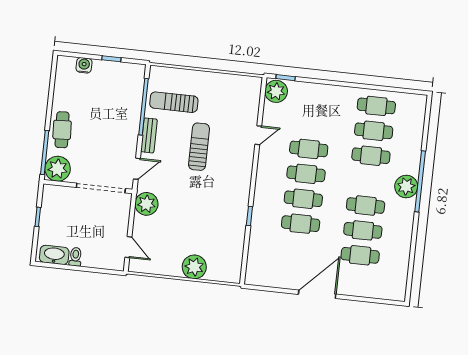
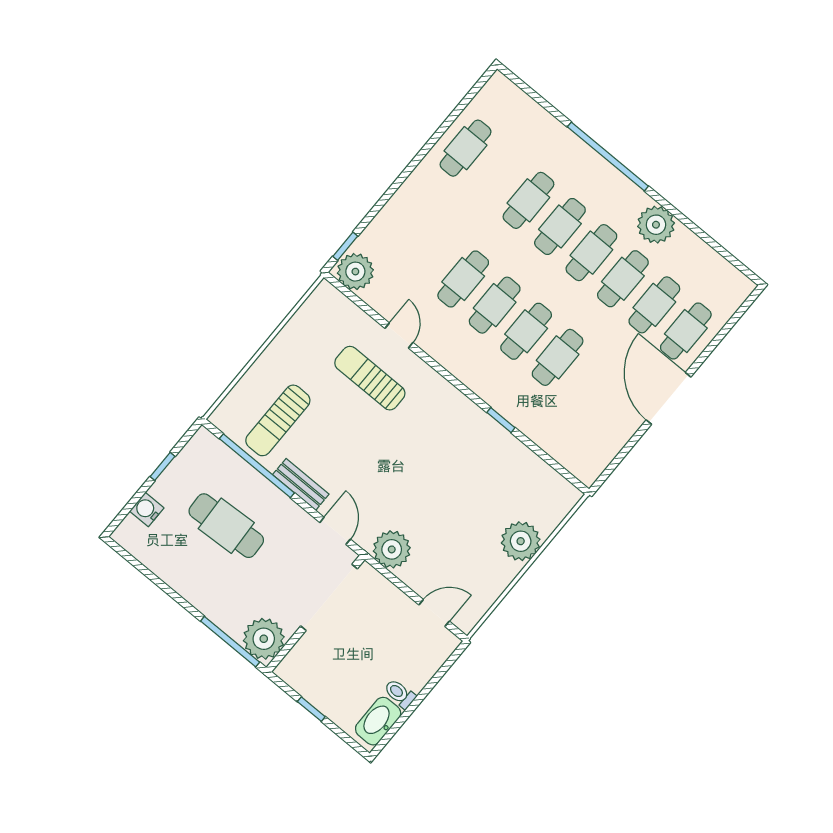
cafe table: (62, 130) -> (226, 526), moved, width x1.37, depth x1.35
cafe table: (374, 131) -> (560, 226), moved
sun lounger: (199, 147) -> (370, 378), moved
plant: (406, 186) -> (656, 225), moved
cafe table: (357, 280) -> (686, 331), added

